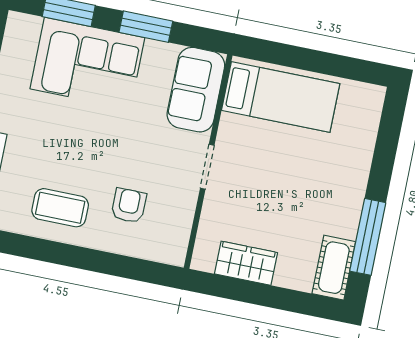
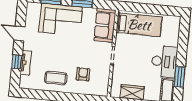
desk: (334, 195) -> (164, 62), added
window: (368, 237) -> (180, 77), width x0.69

